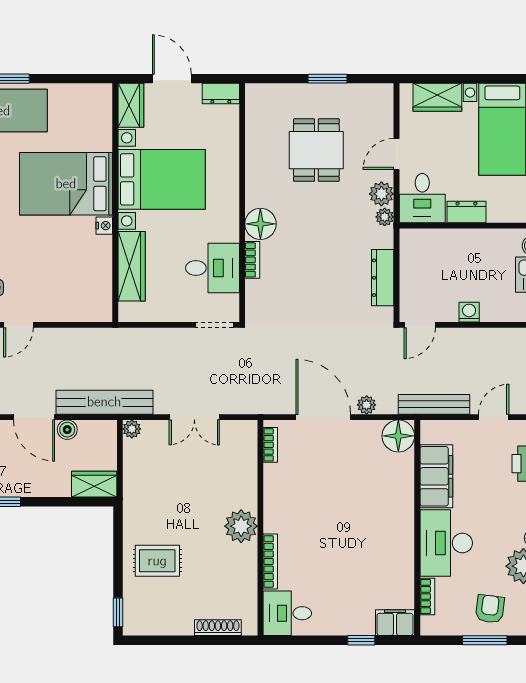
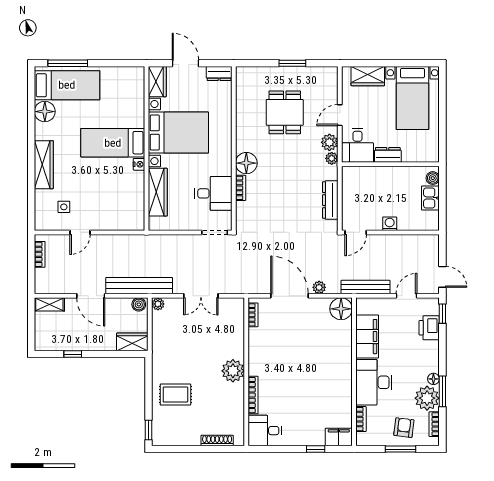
bed: (66, 184) -> (113, 143), width x0.67
boiler: (67, 430) -> (139, 304), moved

